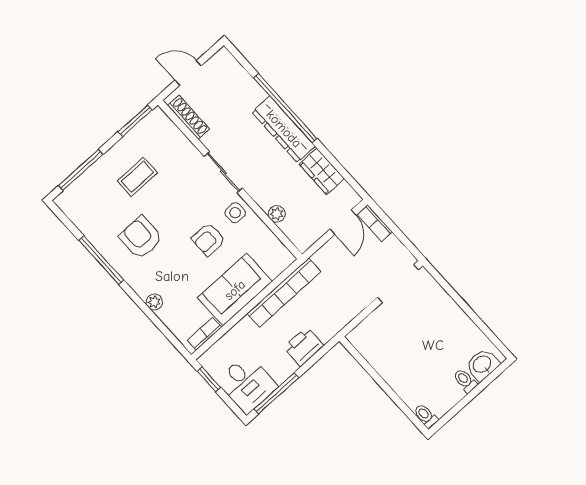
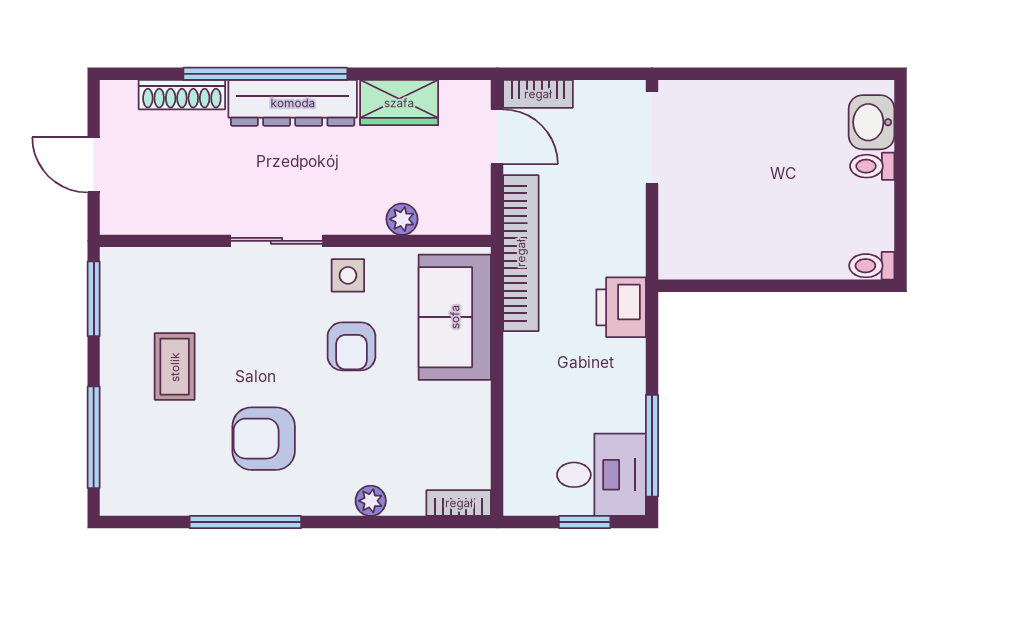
door: (188, 73) -> (94, 165), hinge flipped
shoe rack: (189, 117) -> (182, 95), moved, turned 180
sofa: (235, 290) -> (455, 317), moved
bookcase: (284, 292) -> (521, 253), moved
bookcase: (204, 334) -> (459, 503), moved, turned 90
printer: (304, 346) -> (621, 307), moved
window: (209, 379) -> (585, 522), moved

